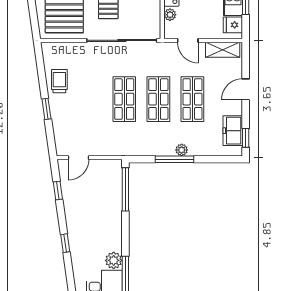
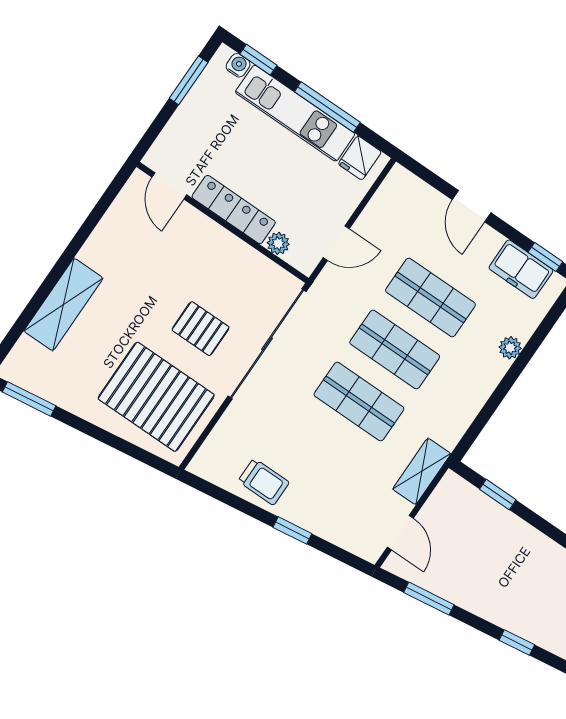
shelving: (223, 50) -> (422, 471), moved
trolley: (59, 81) -> (264, 482), turned 180
plant: (182, 150) -> (510, 348), moved
window: (174, 159) -> (503, 388), removed
window: (125, 189) -> (498, 495), width x0.46
window: (58, 190) -> (429, 599), width x1.50

